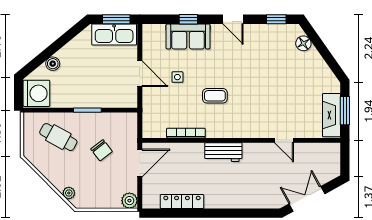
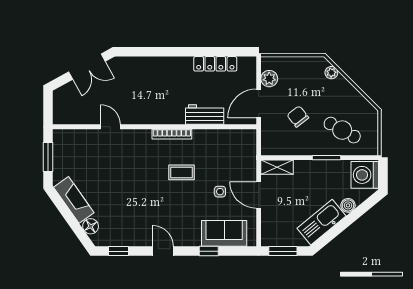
kitchen sink: (114, 34) -> (321, 222), moved, turned -39
sofa: (188, 36) -> (224, 233), moved
shelving: (122, 101) -> (277, 167), added
window: (87, 110) -> (327, 158), moved
fireplace: (332, 115) -> (74, 200), moved, turned -35
bookcase: (186, 133) -> (172, 134), moved
workbench: (223, 152) -> (205, 115), moved
plant: (129, 201) -> (269, 79), moved

